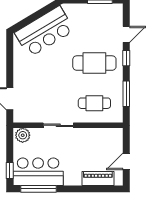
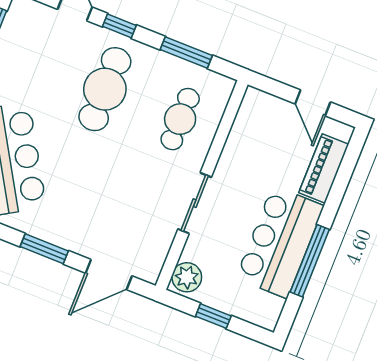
window: (10, 64) -> (44, 249), added
window: (10, 171) -> (213, 316), moved
bar counter: (38, 172) -> (280, 242), moved
window: (39, 189) -> (310, 261), moved

